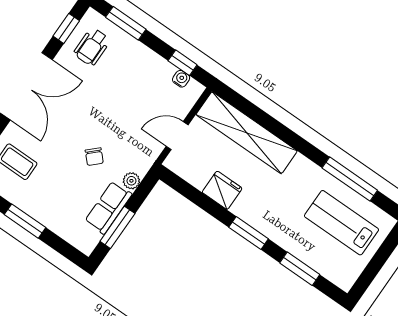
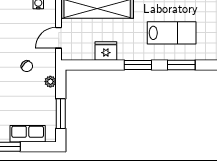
chair: (94, 157) -> (27, 66), moved
row of seats: (108, 208) -> (28, 134), moved, turned 90
lab bench: (341, 223) -> (172, 33), moved, turned 180

